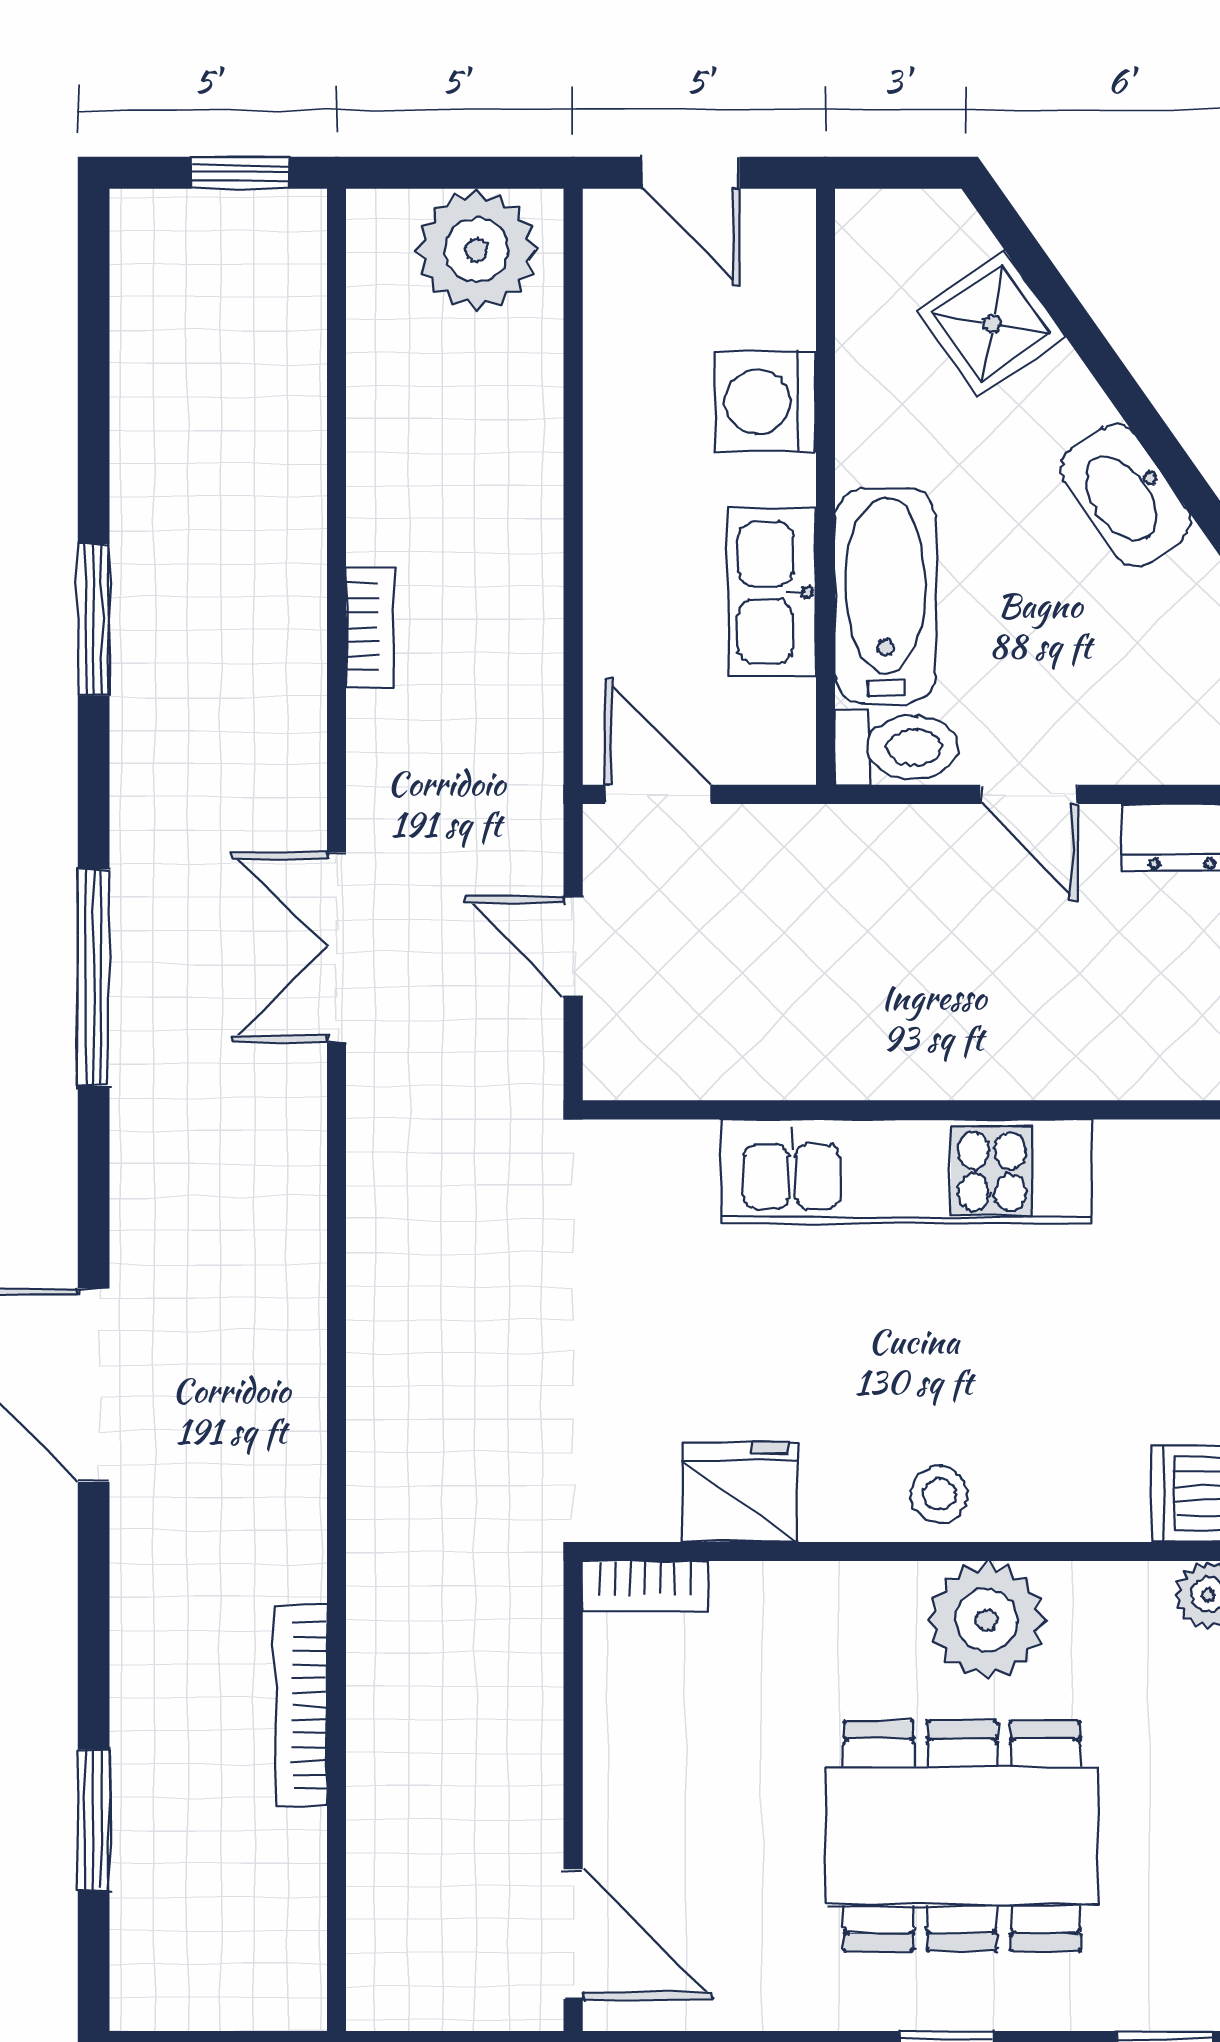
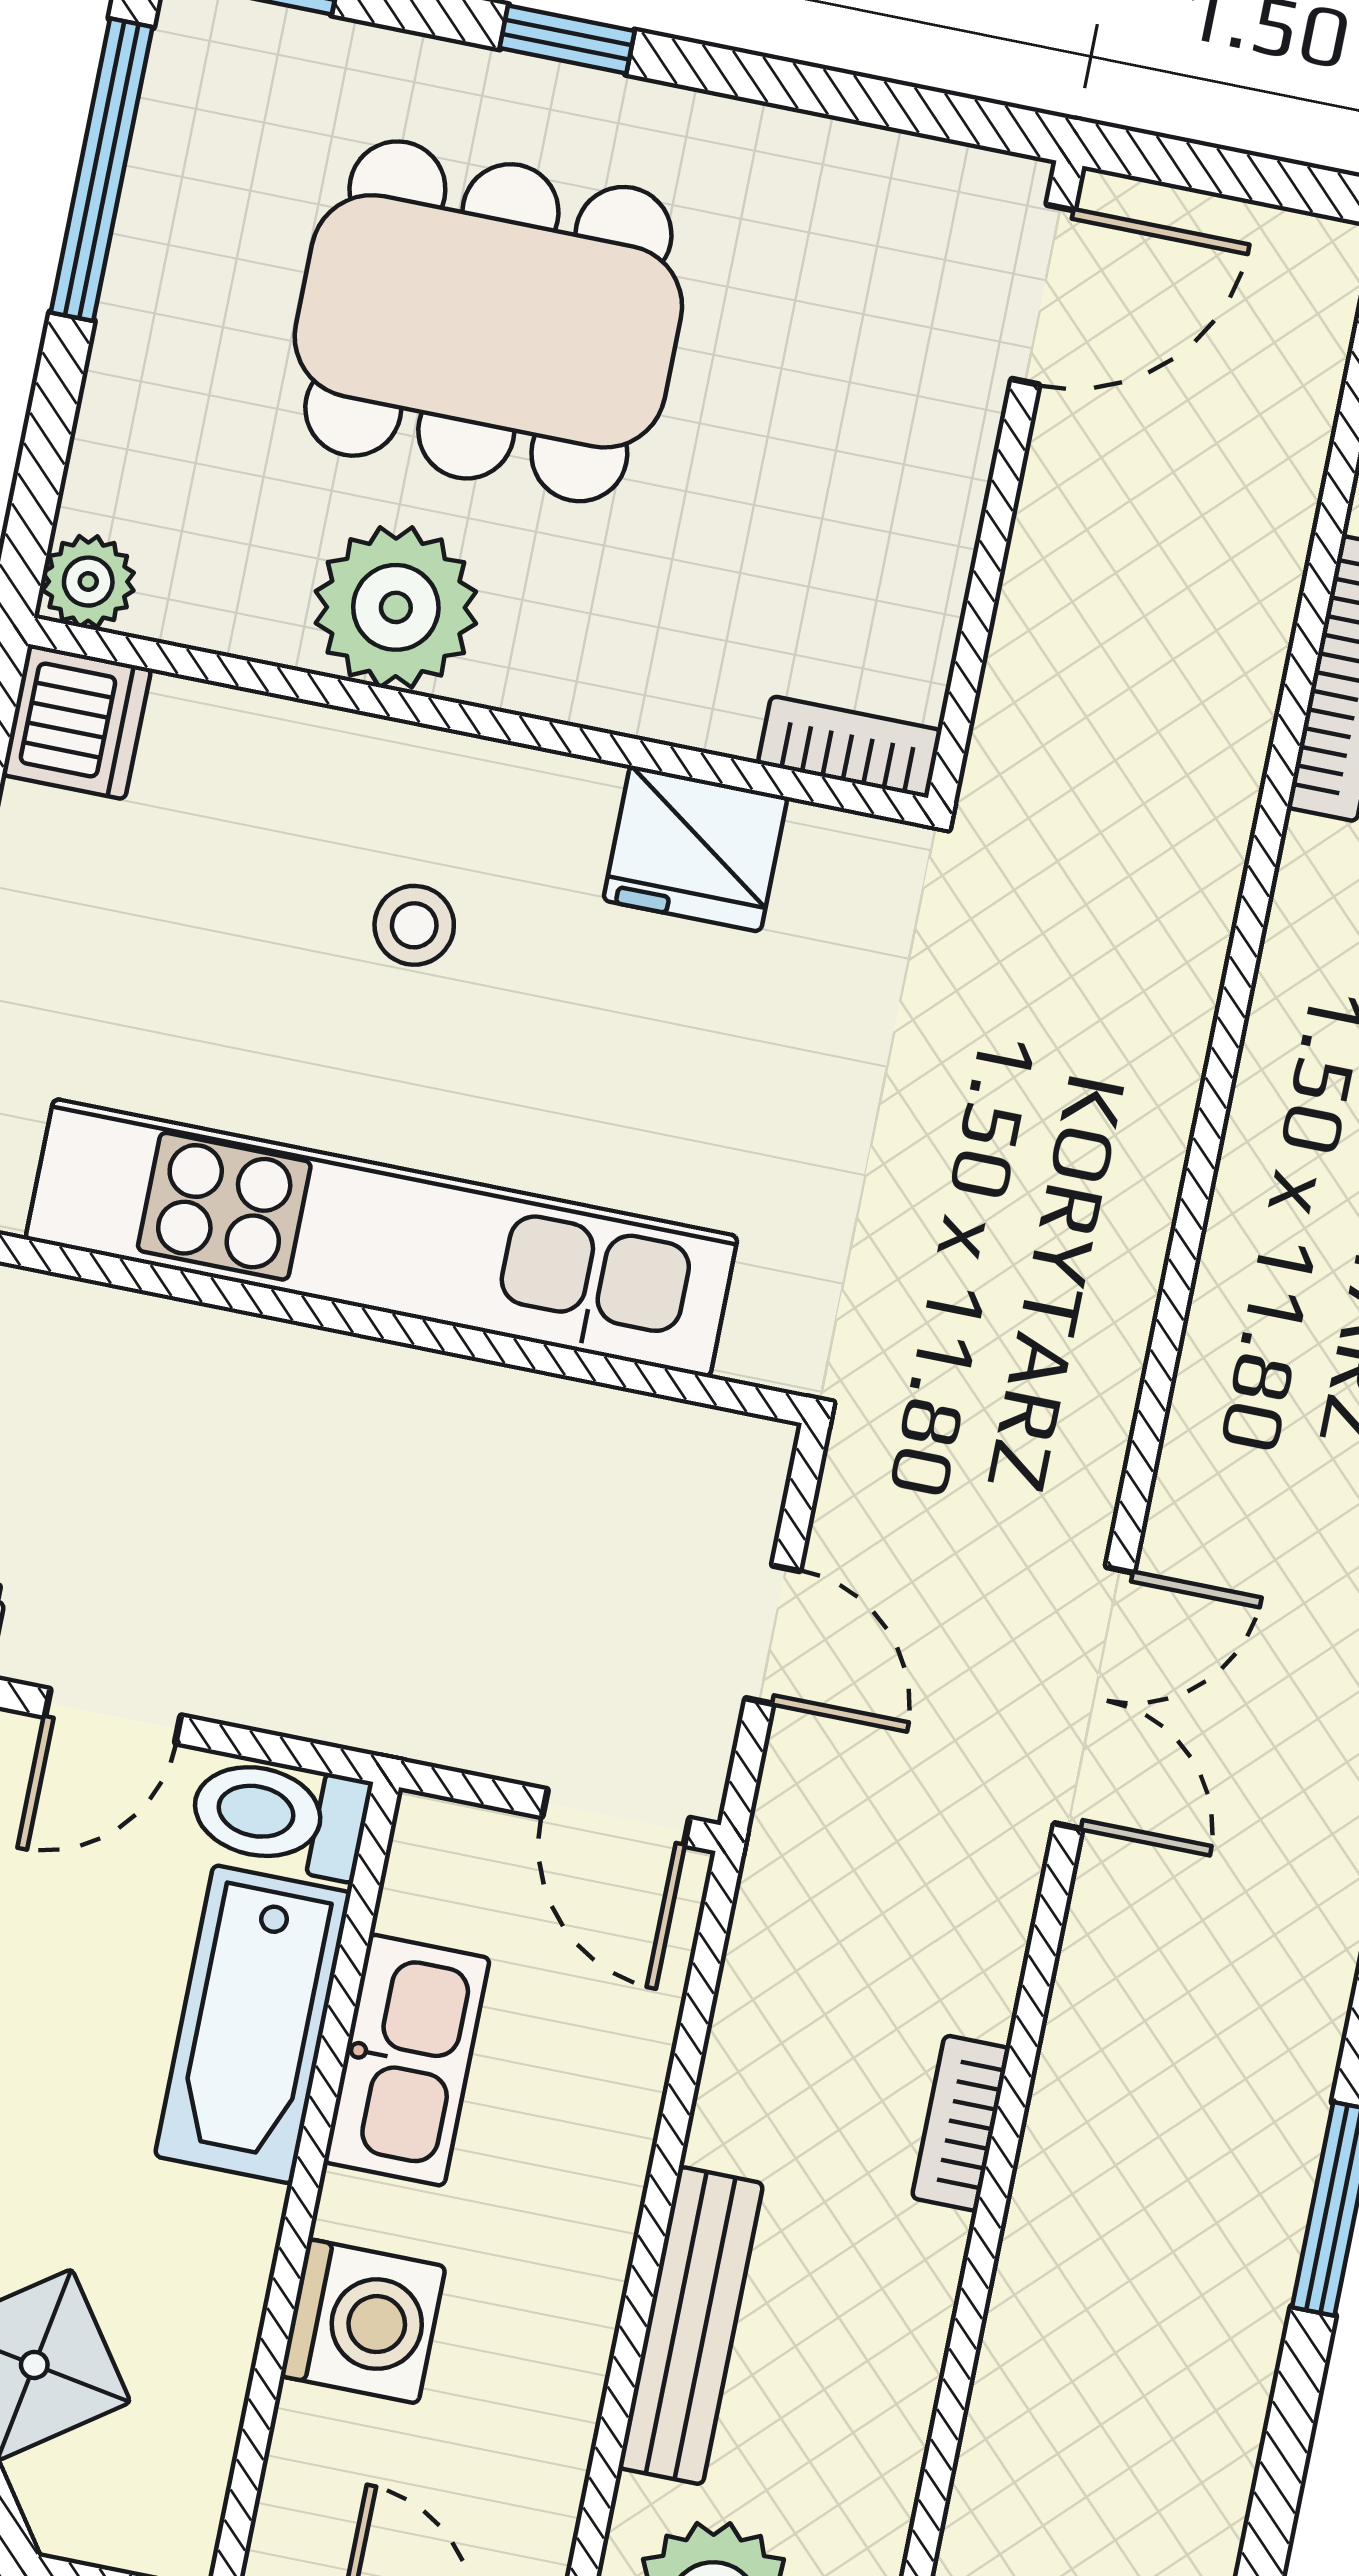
bench: (532, 445) -> (691, 2326), added
door: (1029, 794) -> (113, 1716), swing flipped
kitchen unit: (907, 1171) -> (382, 1238), width x1.36
stool: (940, 1494) -> (414, 925), moved
door: (573, 1934) -> (1043, 295), swing flipped

